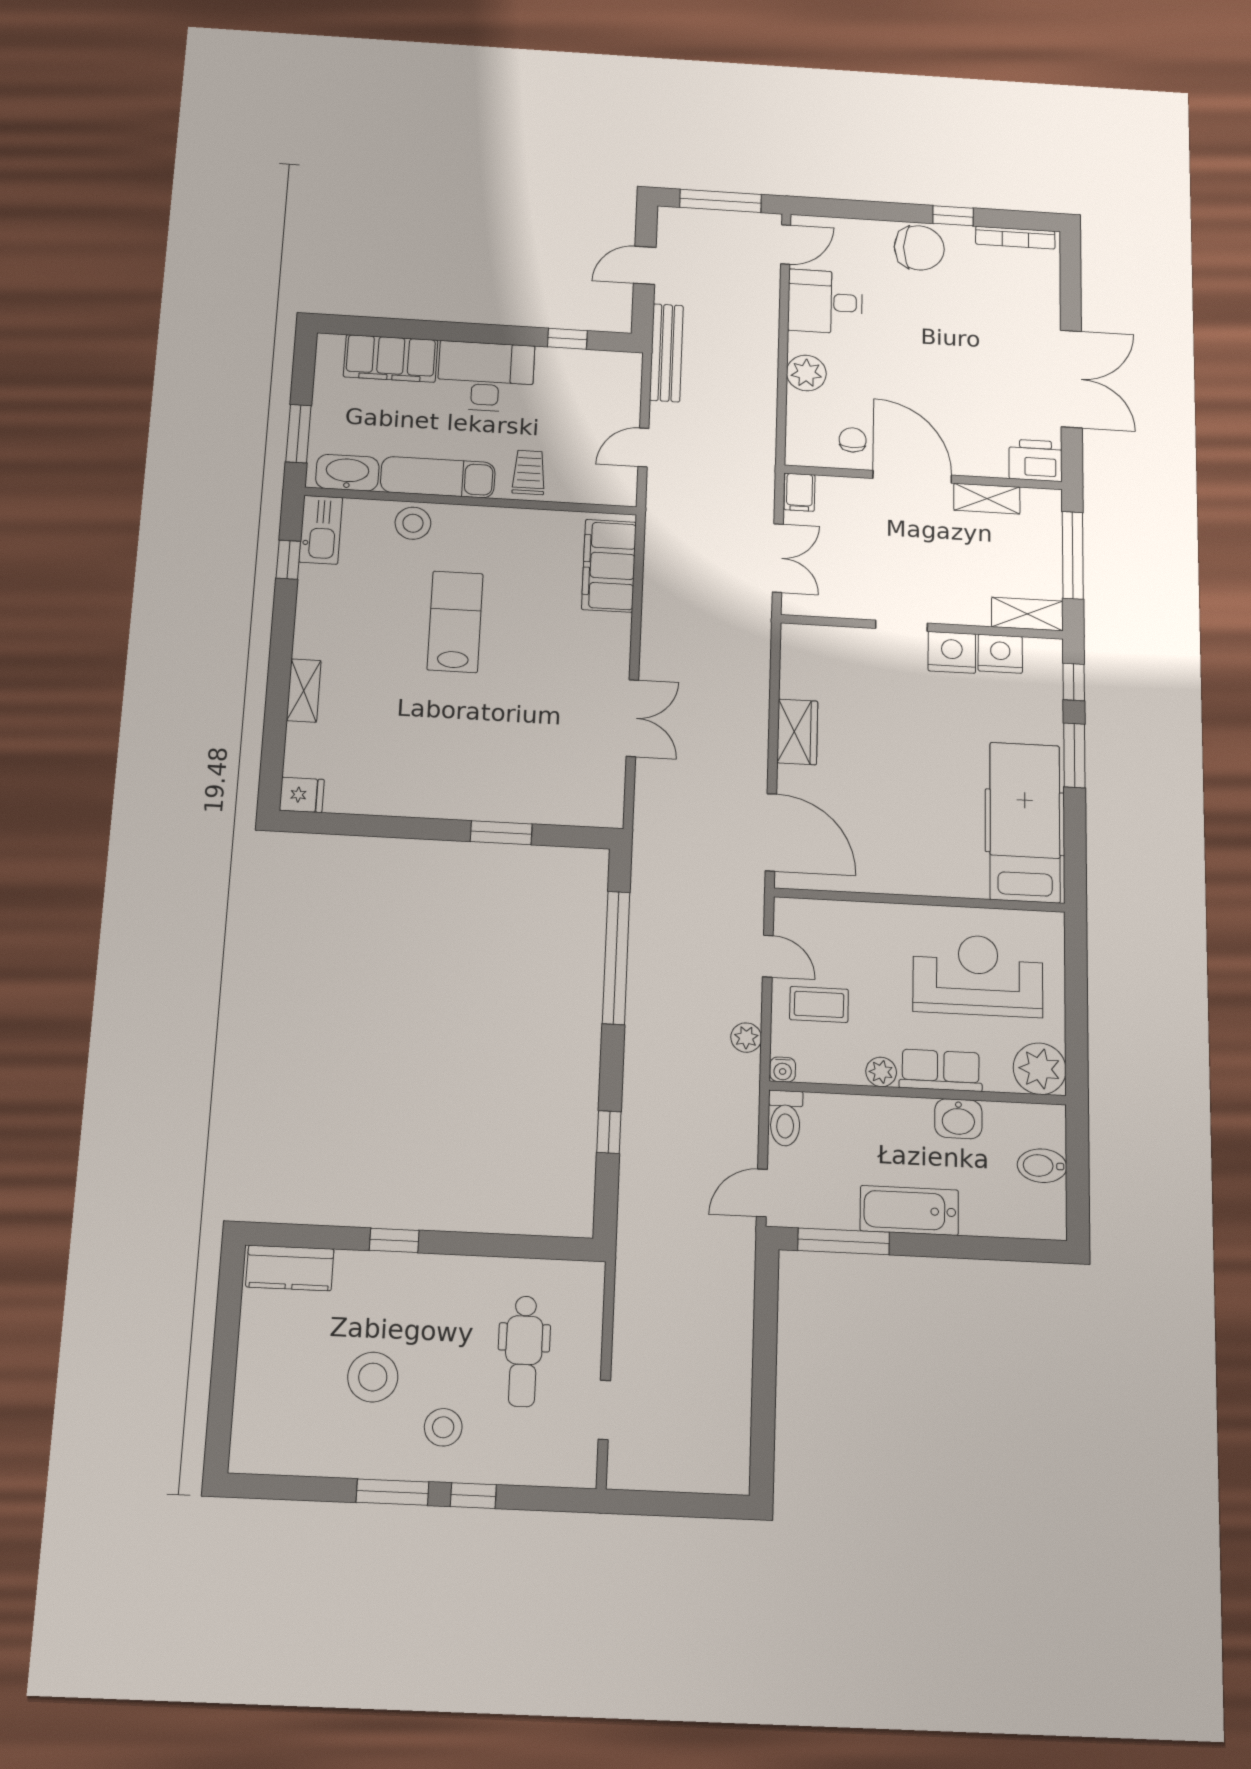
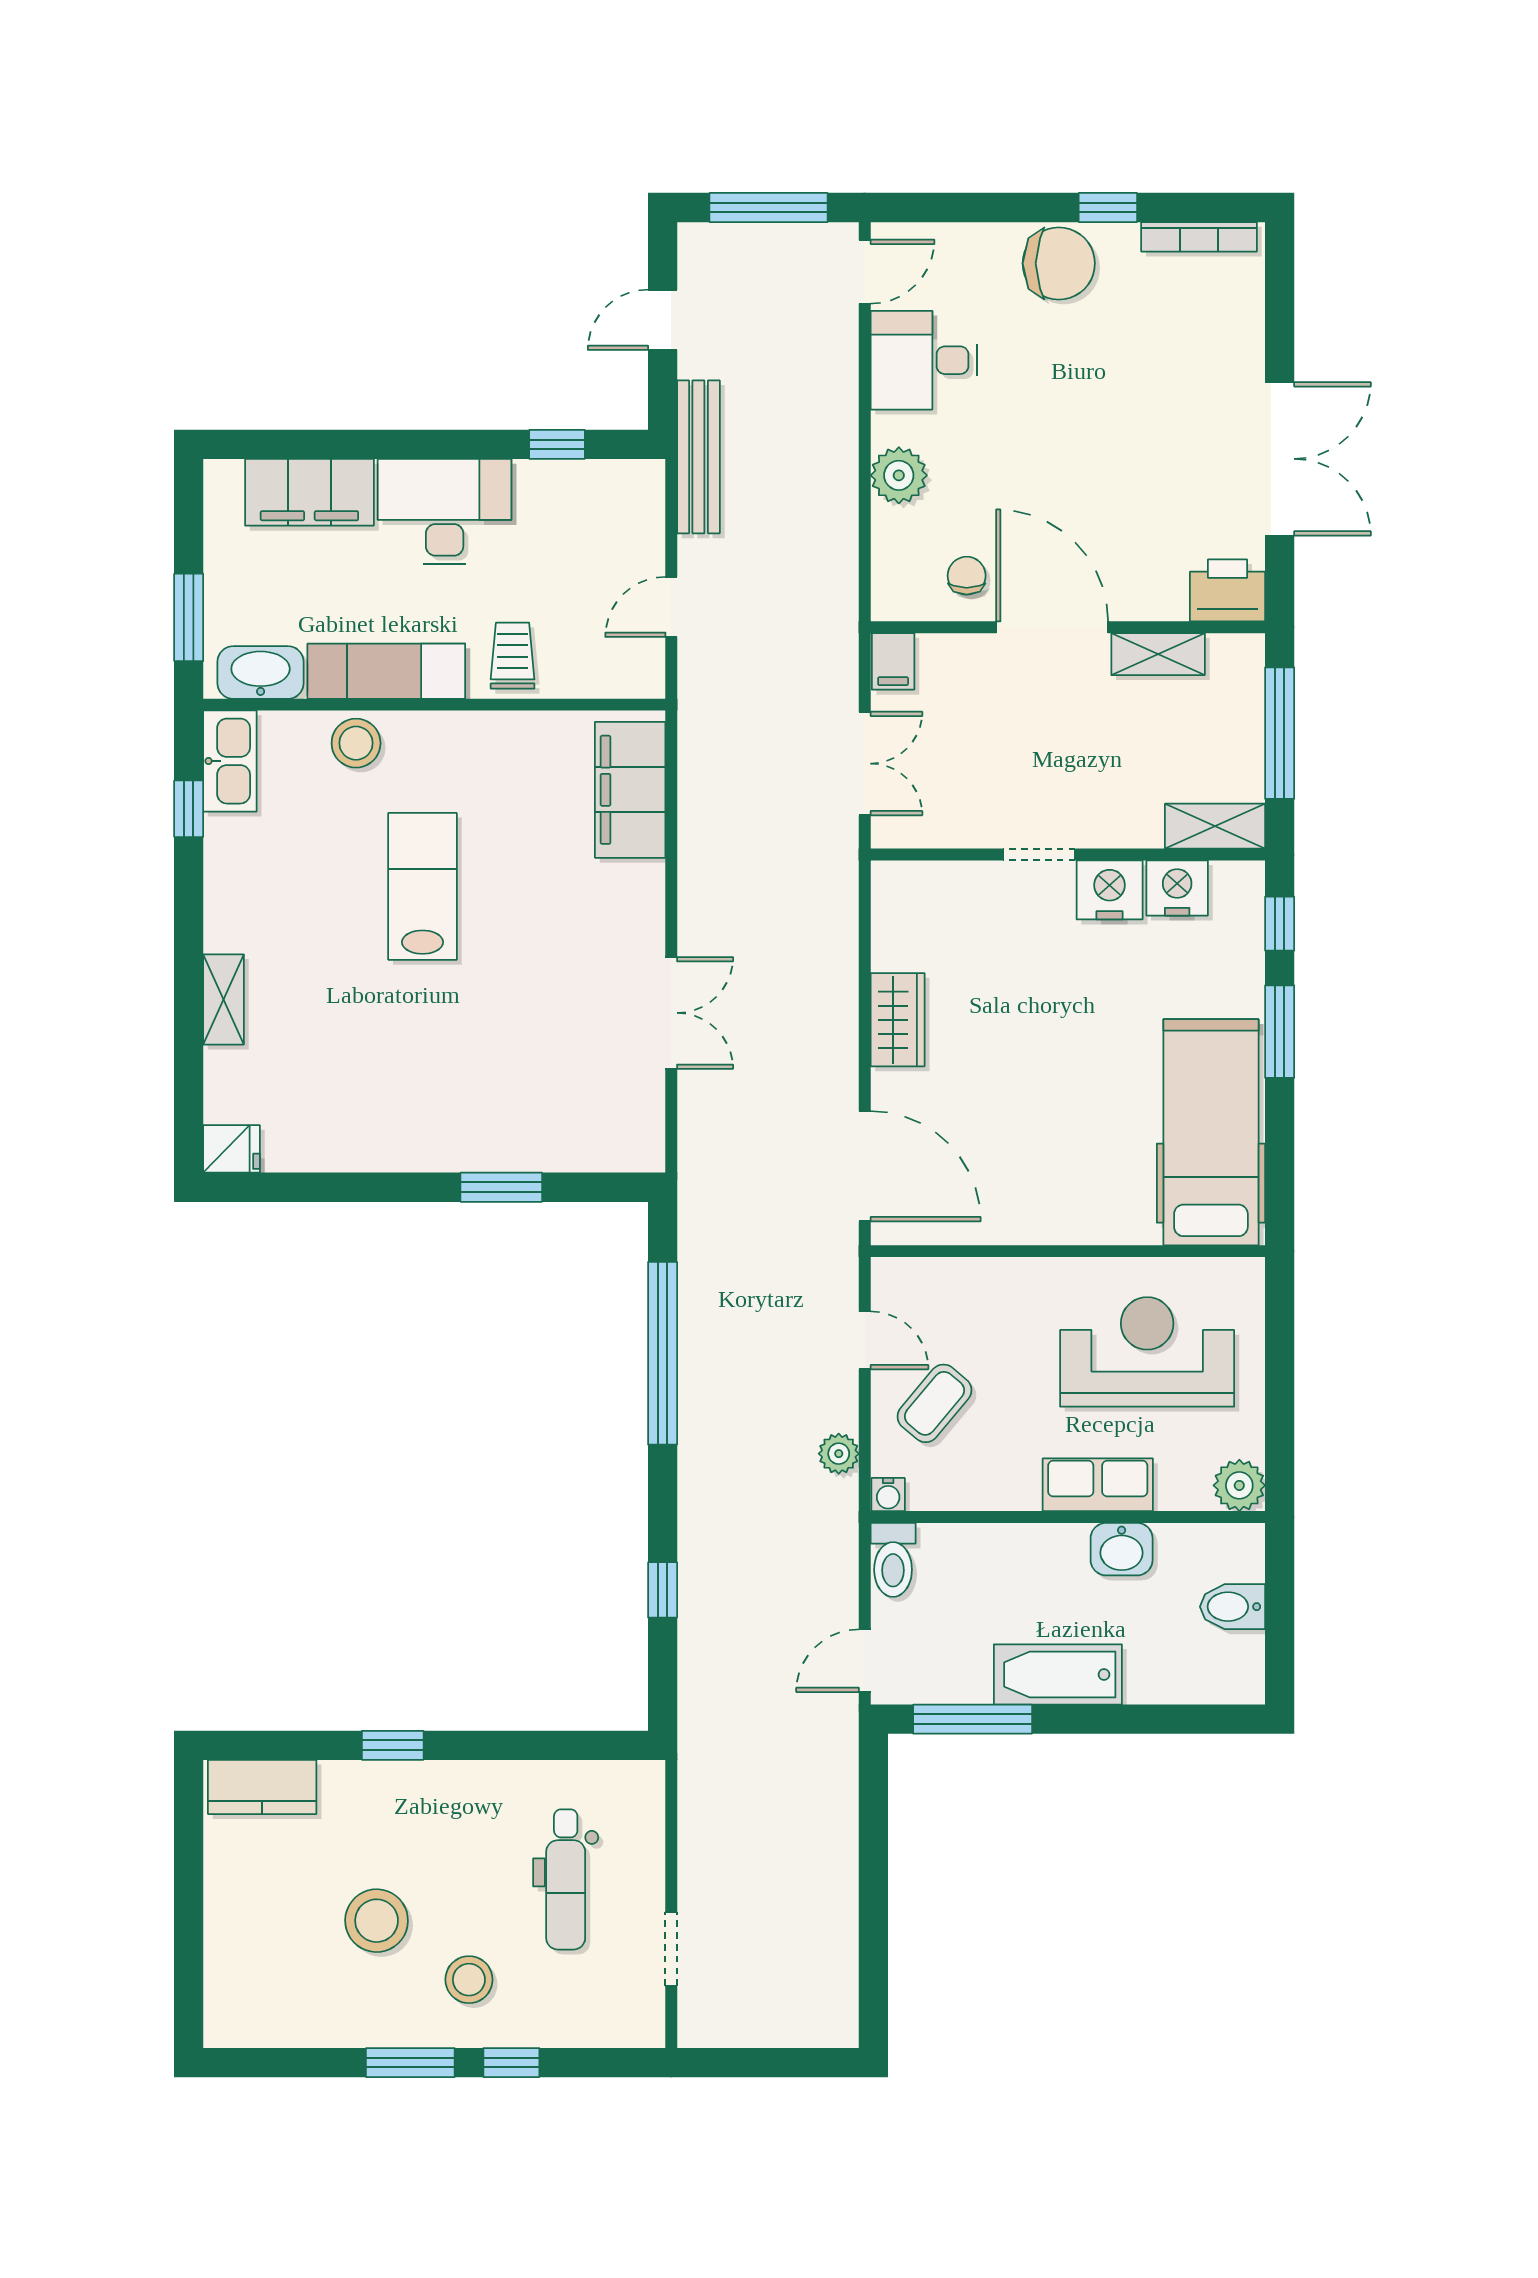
coffee table: (819, 1004) -> (934, 1403), turned -50
plant: (1040, 1069) -> (1239, 1485), width x0.73, depth x0.73
plant: (881, 1072) -> (1019, 1491), removed

